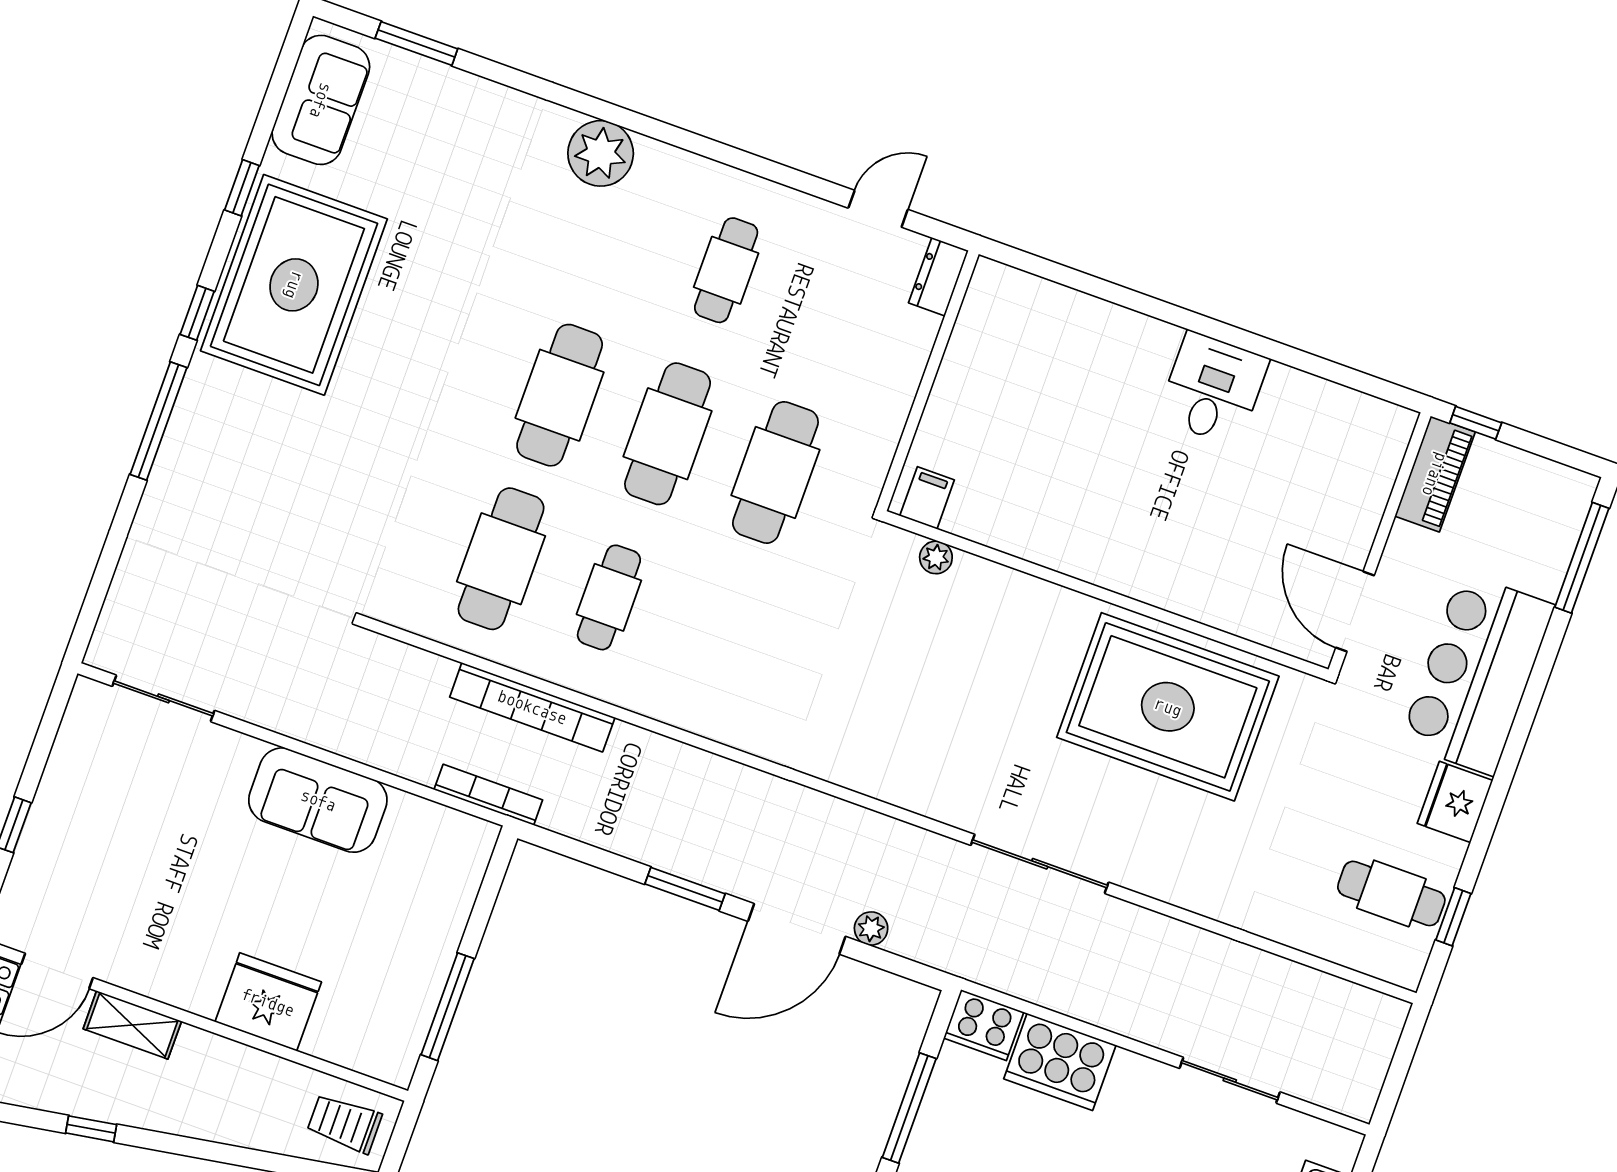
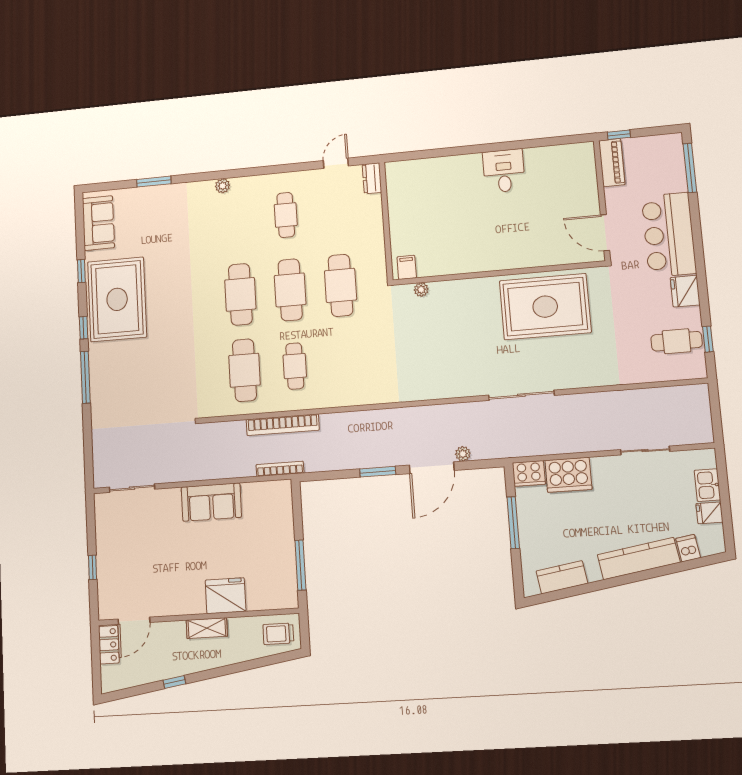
window: (416, 44) -> (154, 182), moved
plant: (601, 153) -> (223, 186), width x0.53, depth x0.53
shelving: (132, 1025) -> (207, 628), moved

